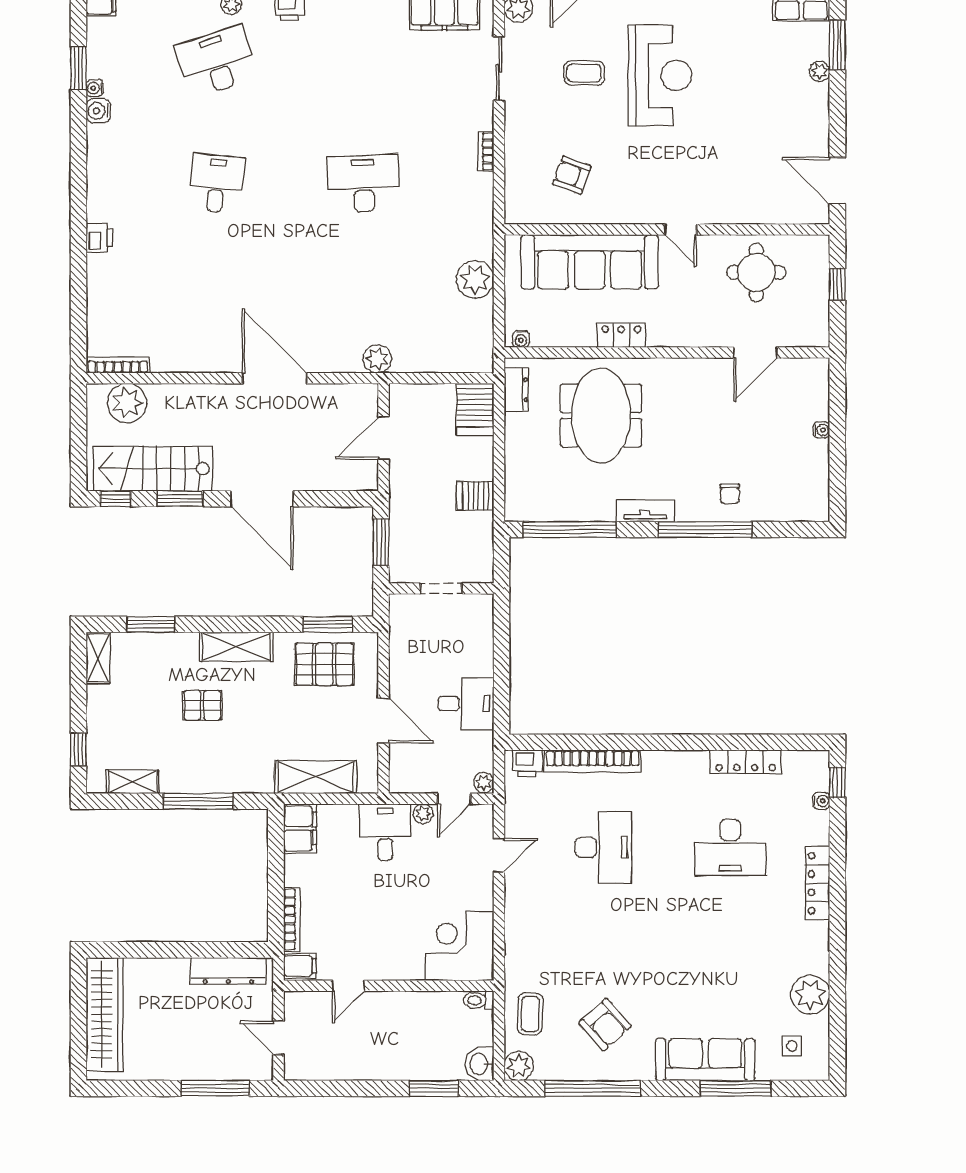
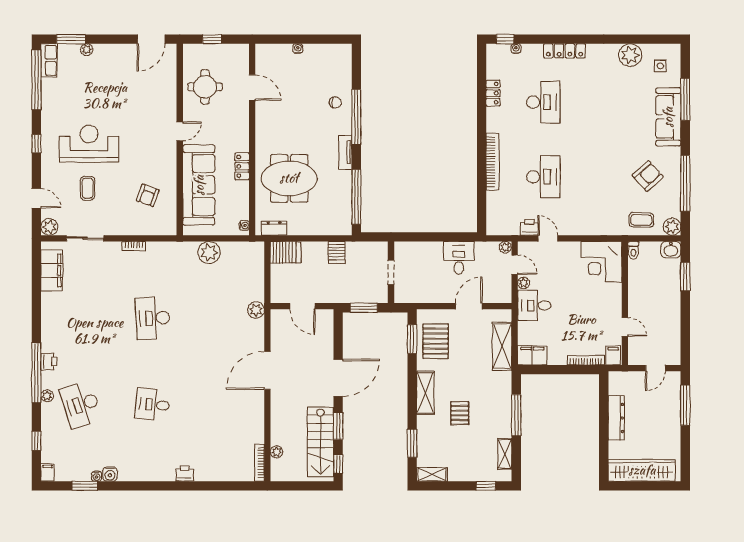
plant: (127, 403) -> (276, 452), width x0.53, depth x0.53
bookcase: (593, 761) -> (493, 162), moved
locker: (746, 762) -> (493, 93), width x0.66
printer: (527, 763) -> (529, 227), moved, turned -90
desk: (603, 847) -> (543, 177), turned 90
dresser: (228, 971) -> (616, 418), moved

